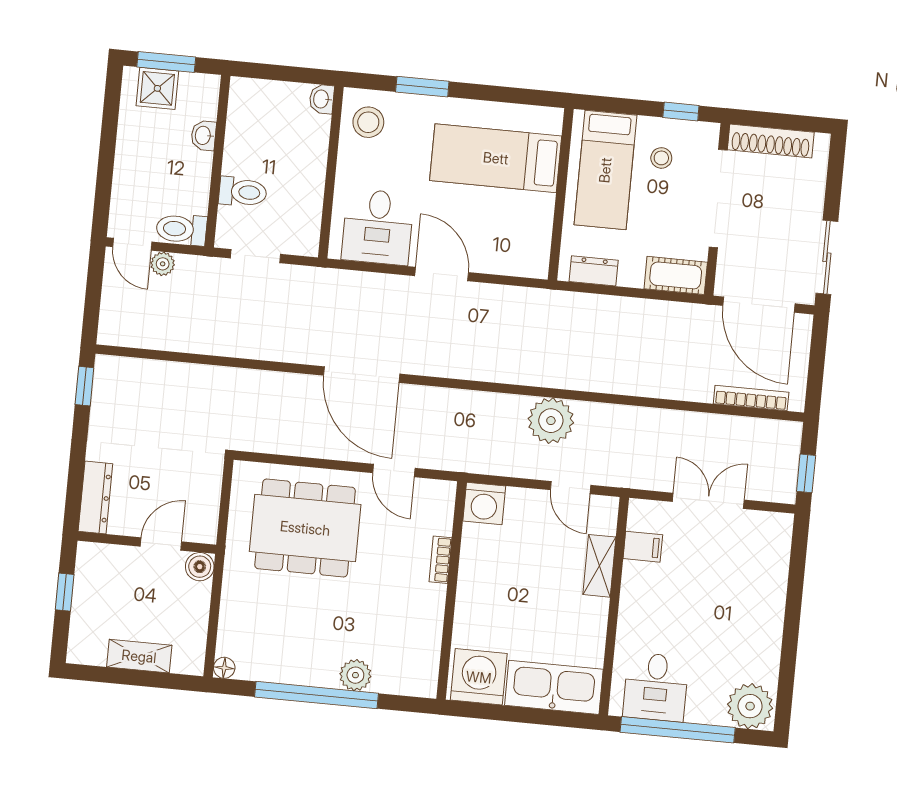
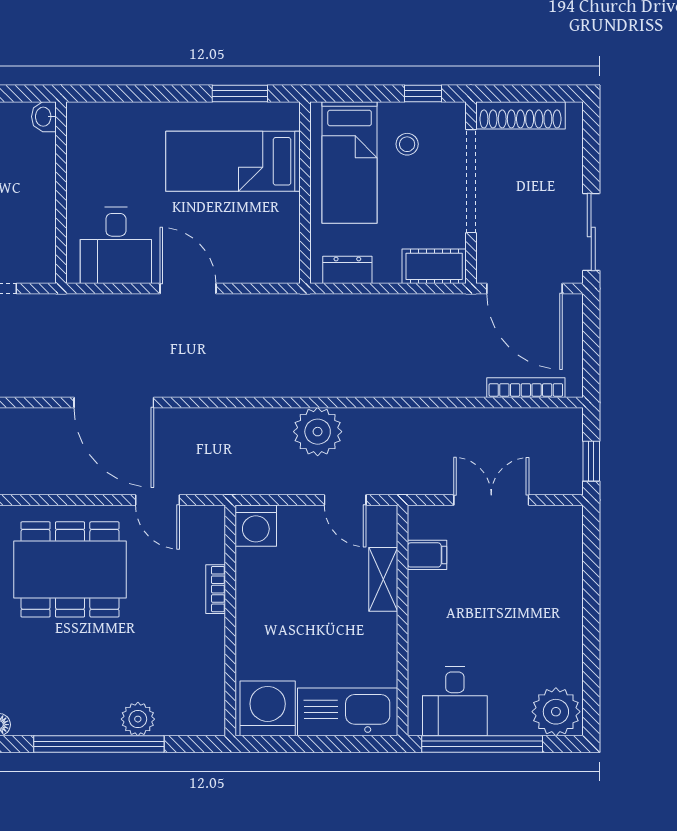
window: (422, 87) -> (240, 93), moved
stool: (368, 122) -> (95, 136), removed

